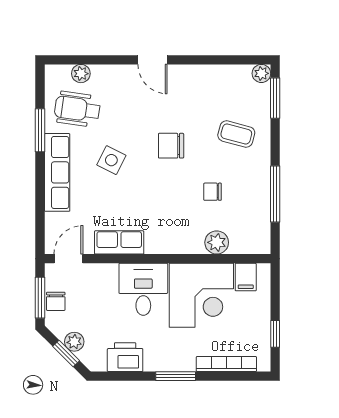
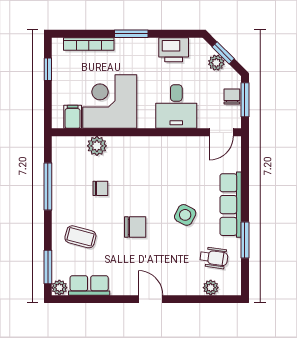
wheelchair: (77, 109) -> (214, 258), width x0.73, depth x0.73
row of seats: (119, 242) -> (89, 285), moved, turned 180
desk: (143, 289) -> (176, 107), moved

